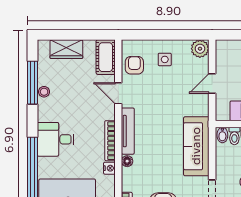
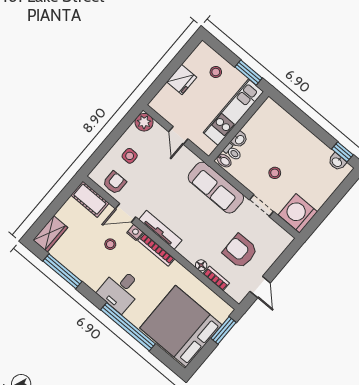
wardrobe: (66, 49) -> (50, 234), moved
armchair: (134, 65) -> (115, 183), turned 90
stool: (44, 92) -> (110, 244), moved
floor lamp: (127, 161) -> (201, 265), moved
nightstand: (109, 168) -> (135, 232), moved

